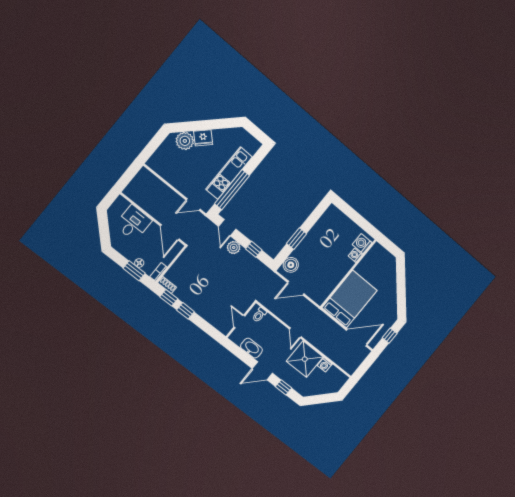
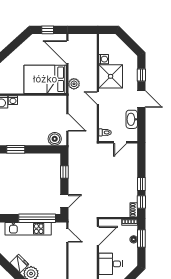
window: (297, 239) -> (16, 149), moved
plant: (234, 247) -> (74, 84), moved
door: (295, 333) -> (98, 98), swing flipped

